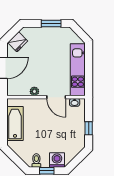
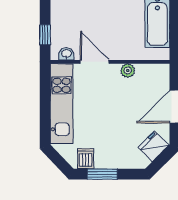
dishwasher: (62, 34) -> (86, 159), added
window: (89, 128) -> (45, 35), moved

